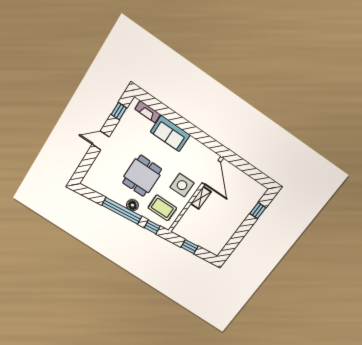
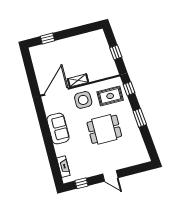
sofa: (170, 133) -> (58, 129), moved
floor lamp: (132, 205) -> (129, 115), removed
rug: (162, 208) -> (110, 96), turned 90
window: (122, 211) -> (140, 118), width x0.47

